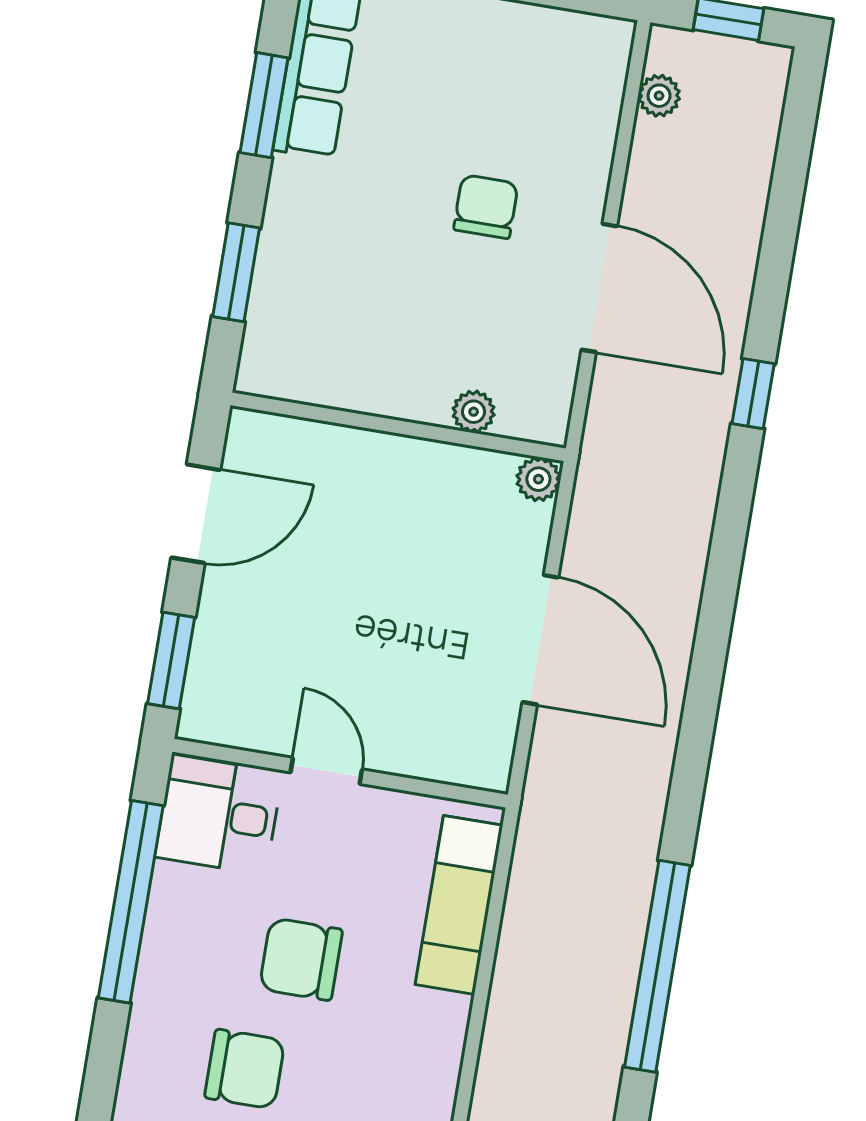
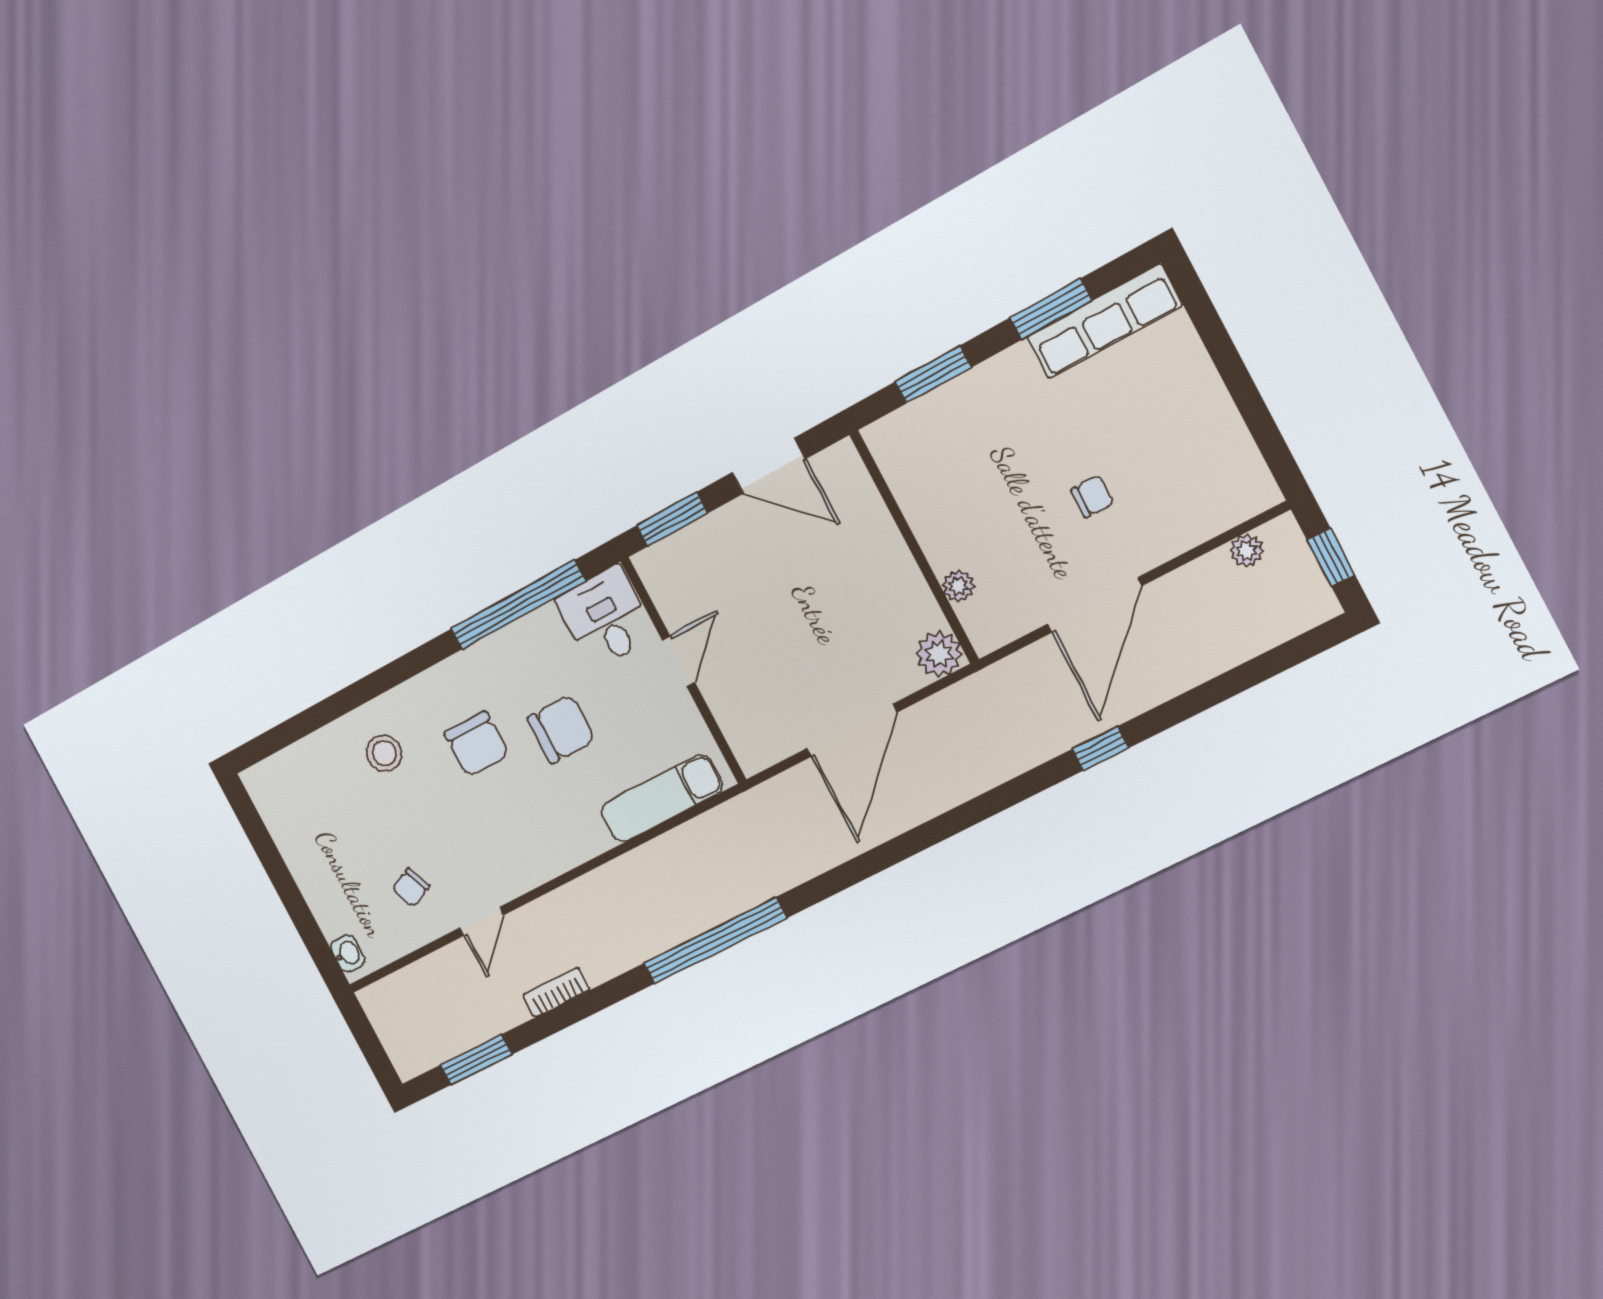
chair: (486, 207) -> (1092, 496), width x0.73, depth x0.73
plant: (538, 479) -> (939, 654), width x1.38, depth x1.38
chair: (301, 959) -> (561, 729), turned 90

